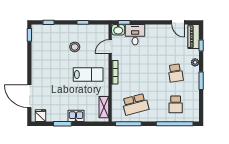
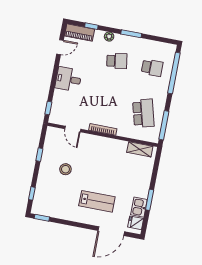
washbasin: (118, 30) -> (55, 116), removed
desk: (135, 35) -> (68, 79), moved
lab bench: (88, 74) -> (97, 201), moved, turned 90
kitchen sink: (76, 116) -> (139, 207), moved

